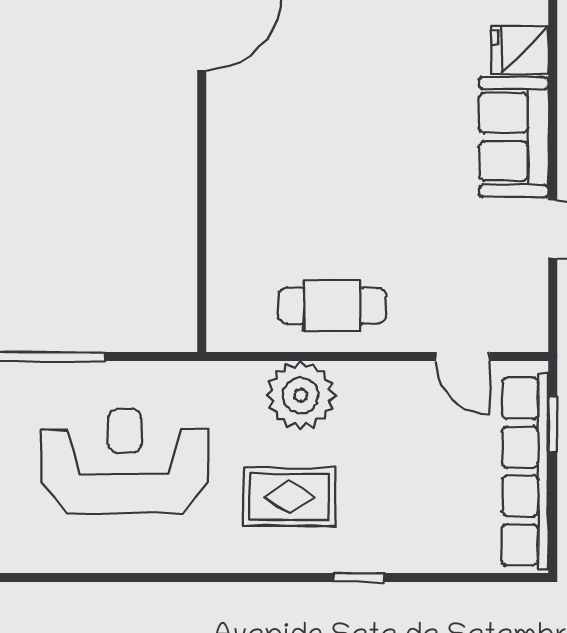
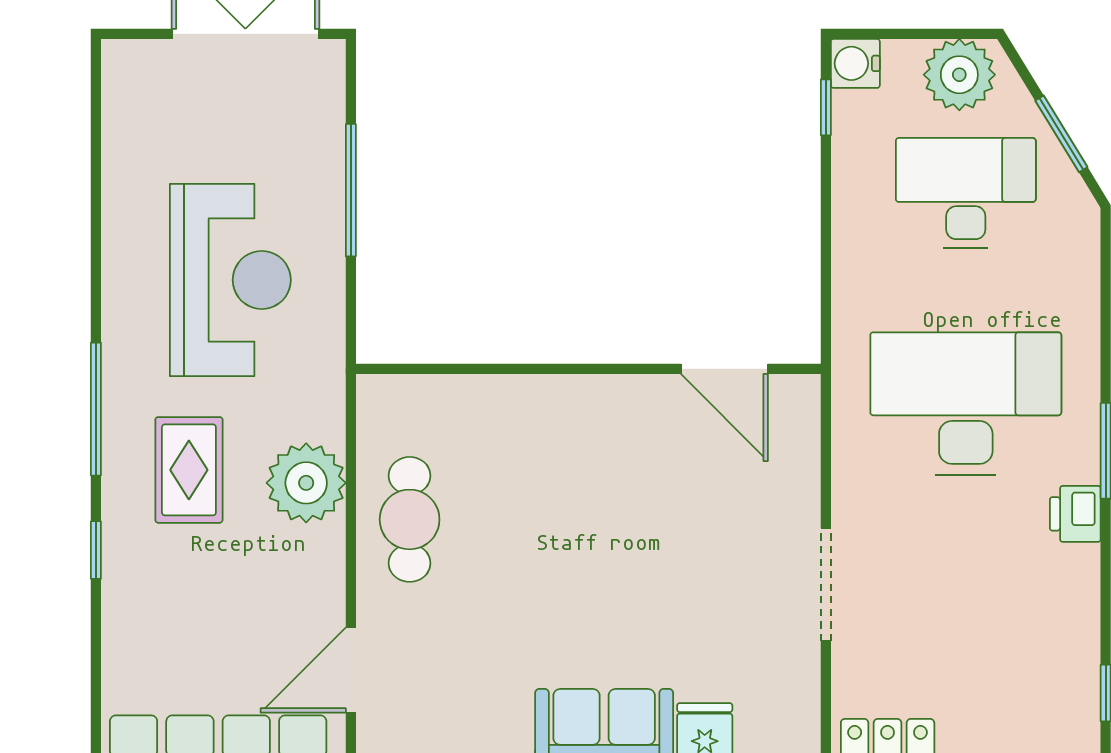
door: (463, 357) -> (351, 670), width x1.38
window: (237, 578) -> (96, 409), added

